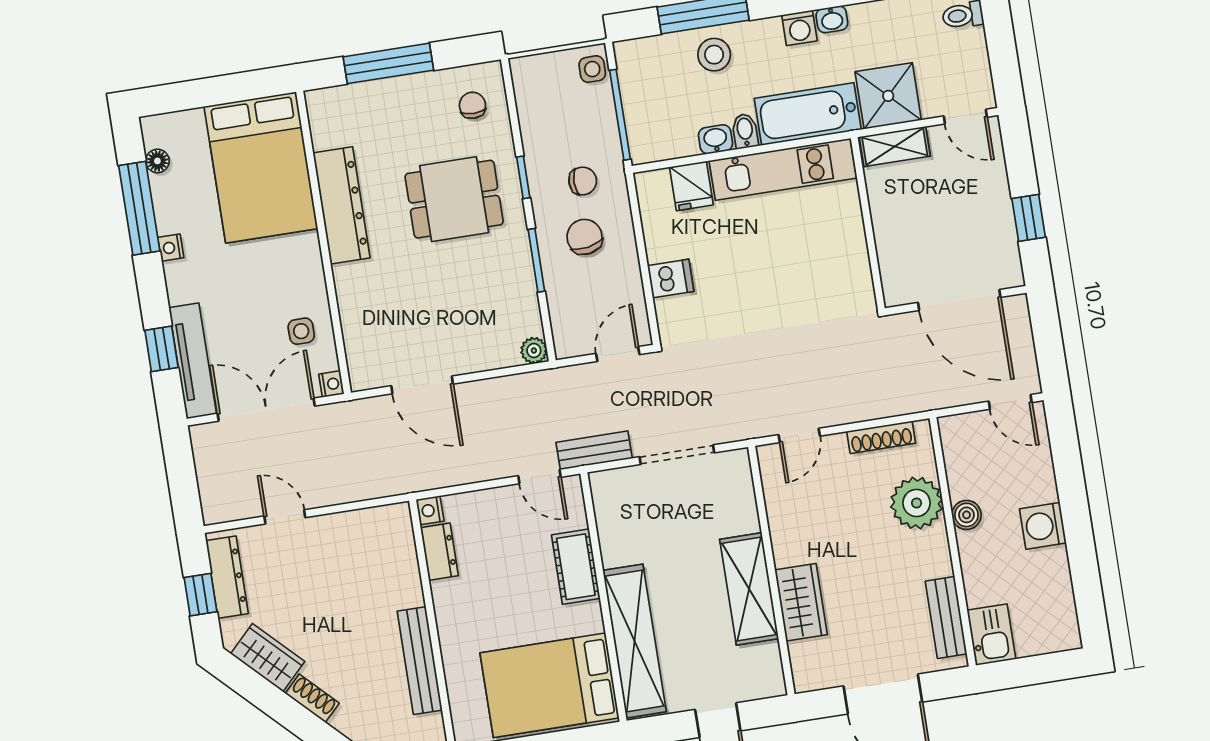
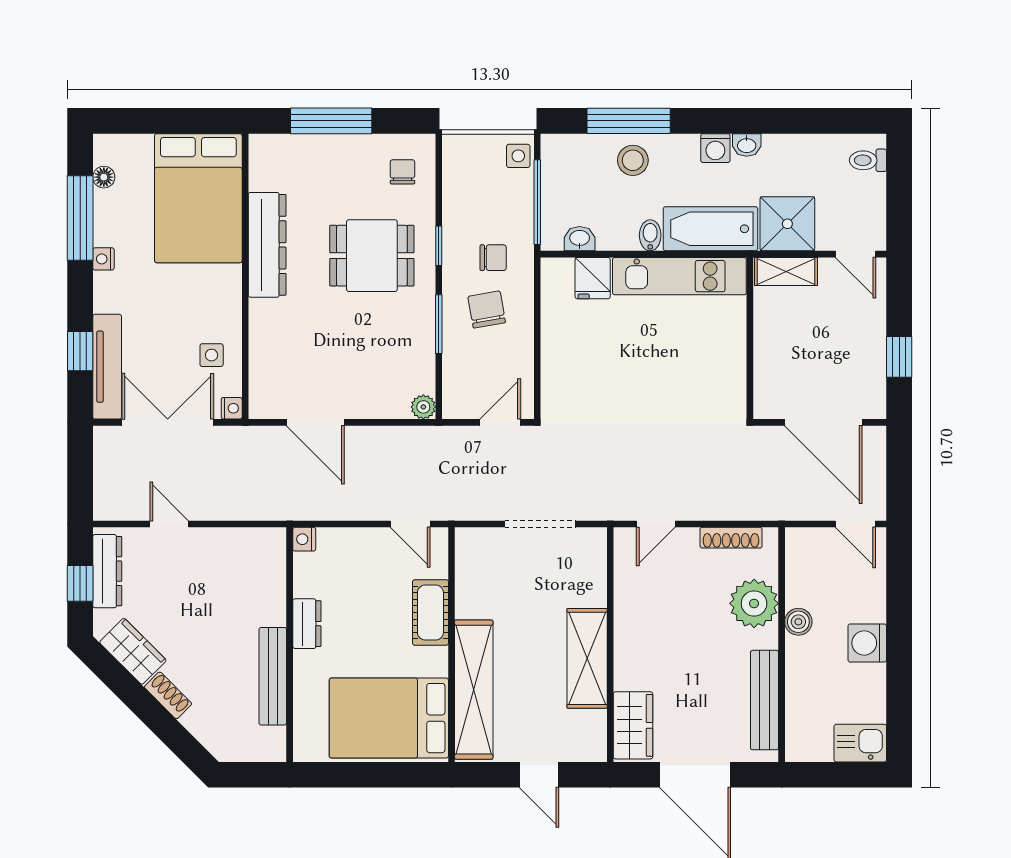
washbasin: (715, 139) -> (580, 239), moved
dishwasher: (671, 278) -> (560, 360), removed
bench: (594, 450) -> (464, 508), removed
dresser: (439, 552) -> (307, 624), moved
wardrobe: (801, 602) -> (633, 725), moved
bench: (946, 617) -> (765, 700), width x1.36
kitchen sink: (991, 635) -> (860, 743), moved, turned -90

